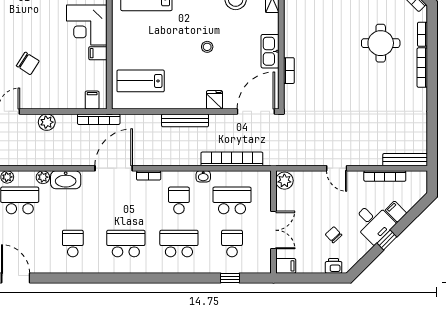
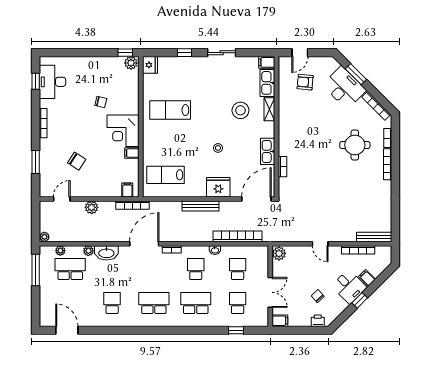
fridge: (214, 100) -> (218, 187), width x1.88, depth x1.34
school desk: (232, 200) -> (238, 269), width x0.54

